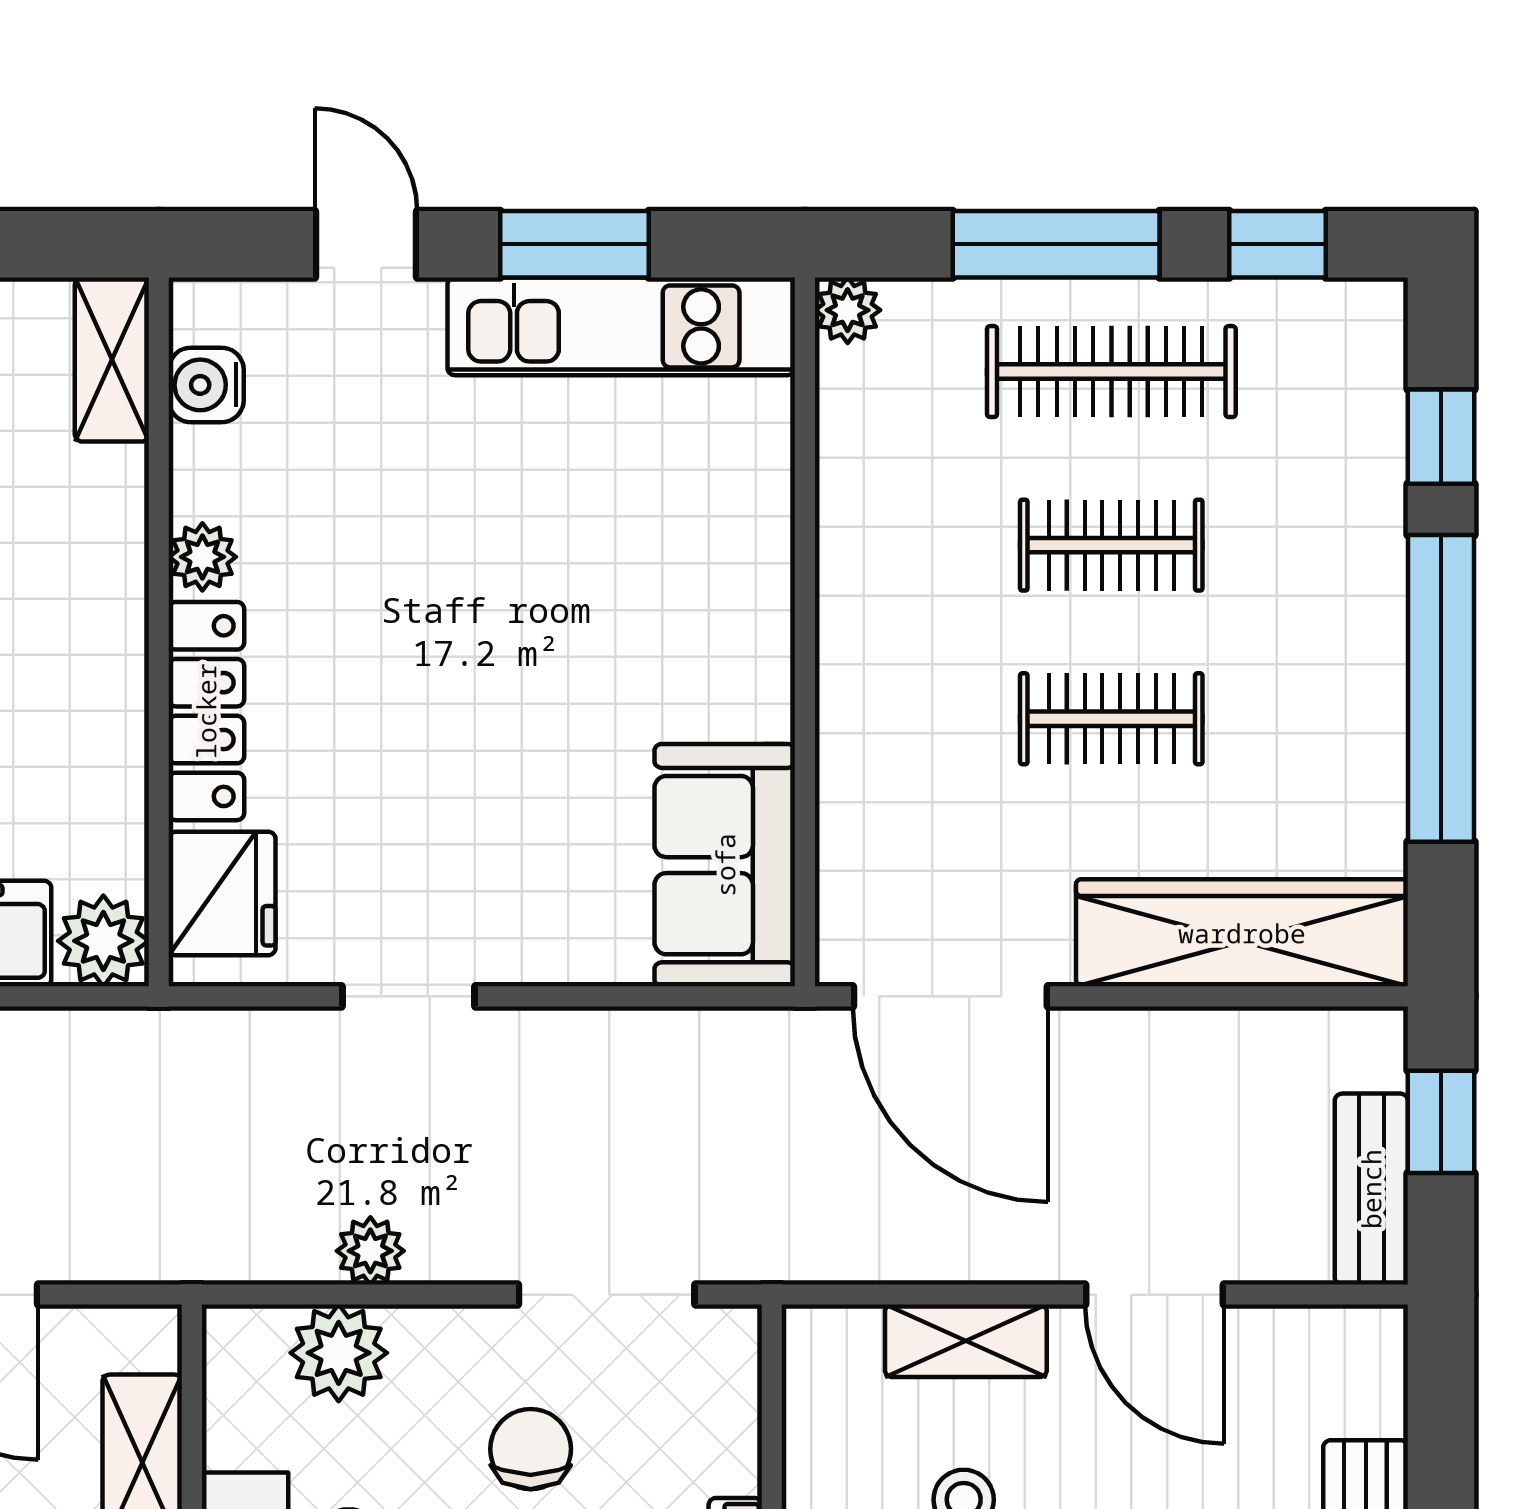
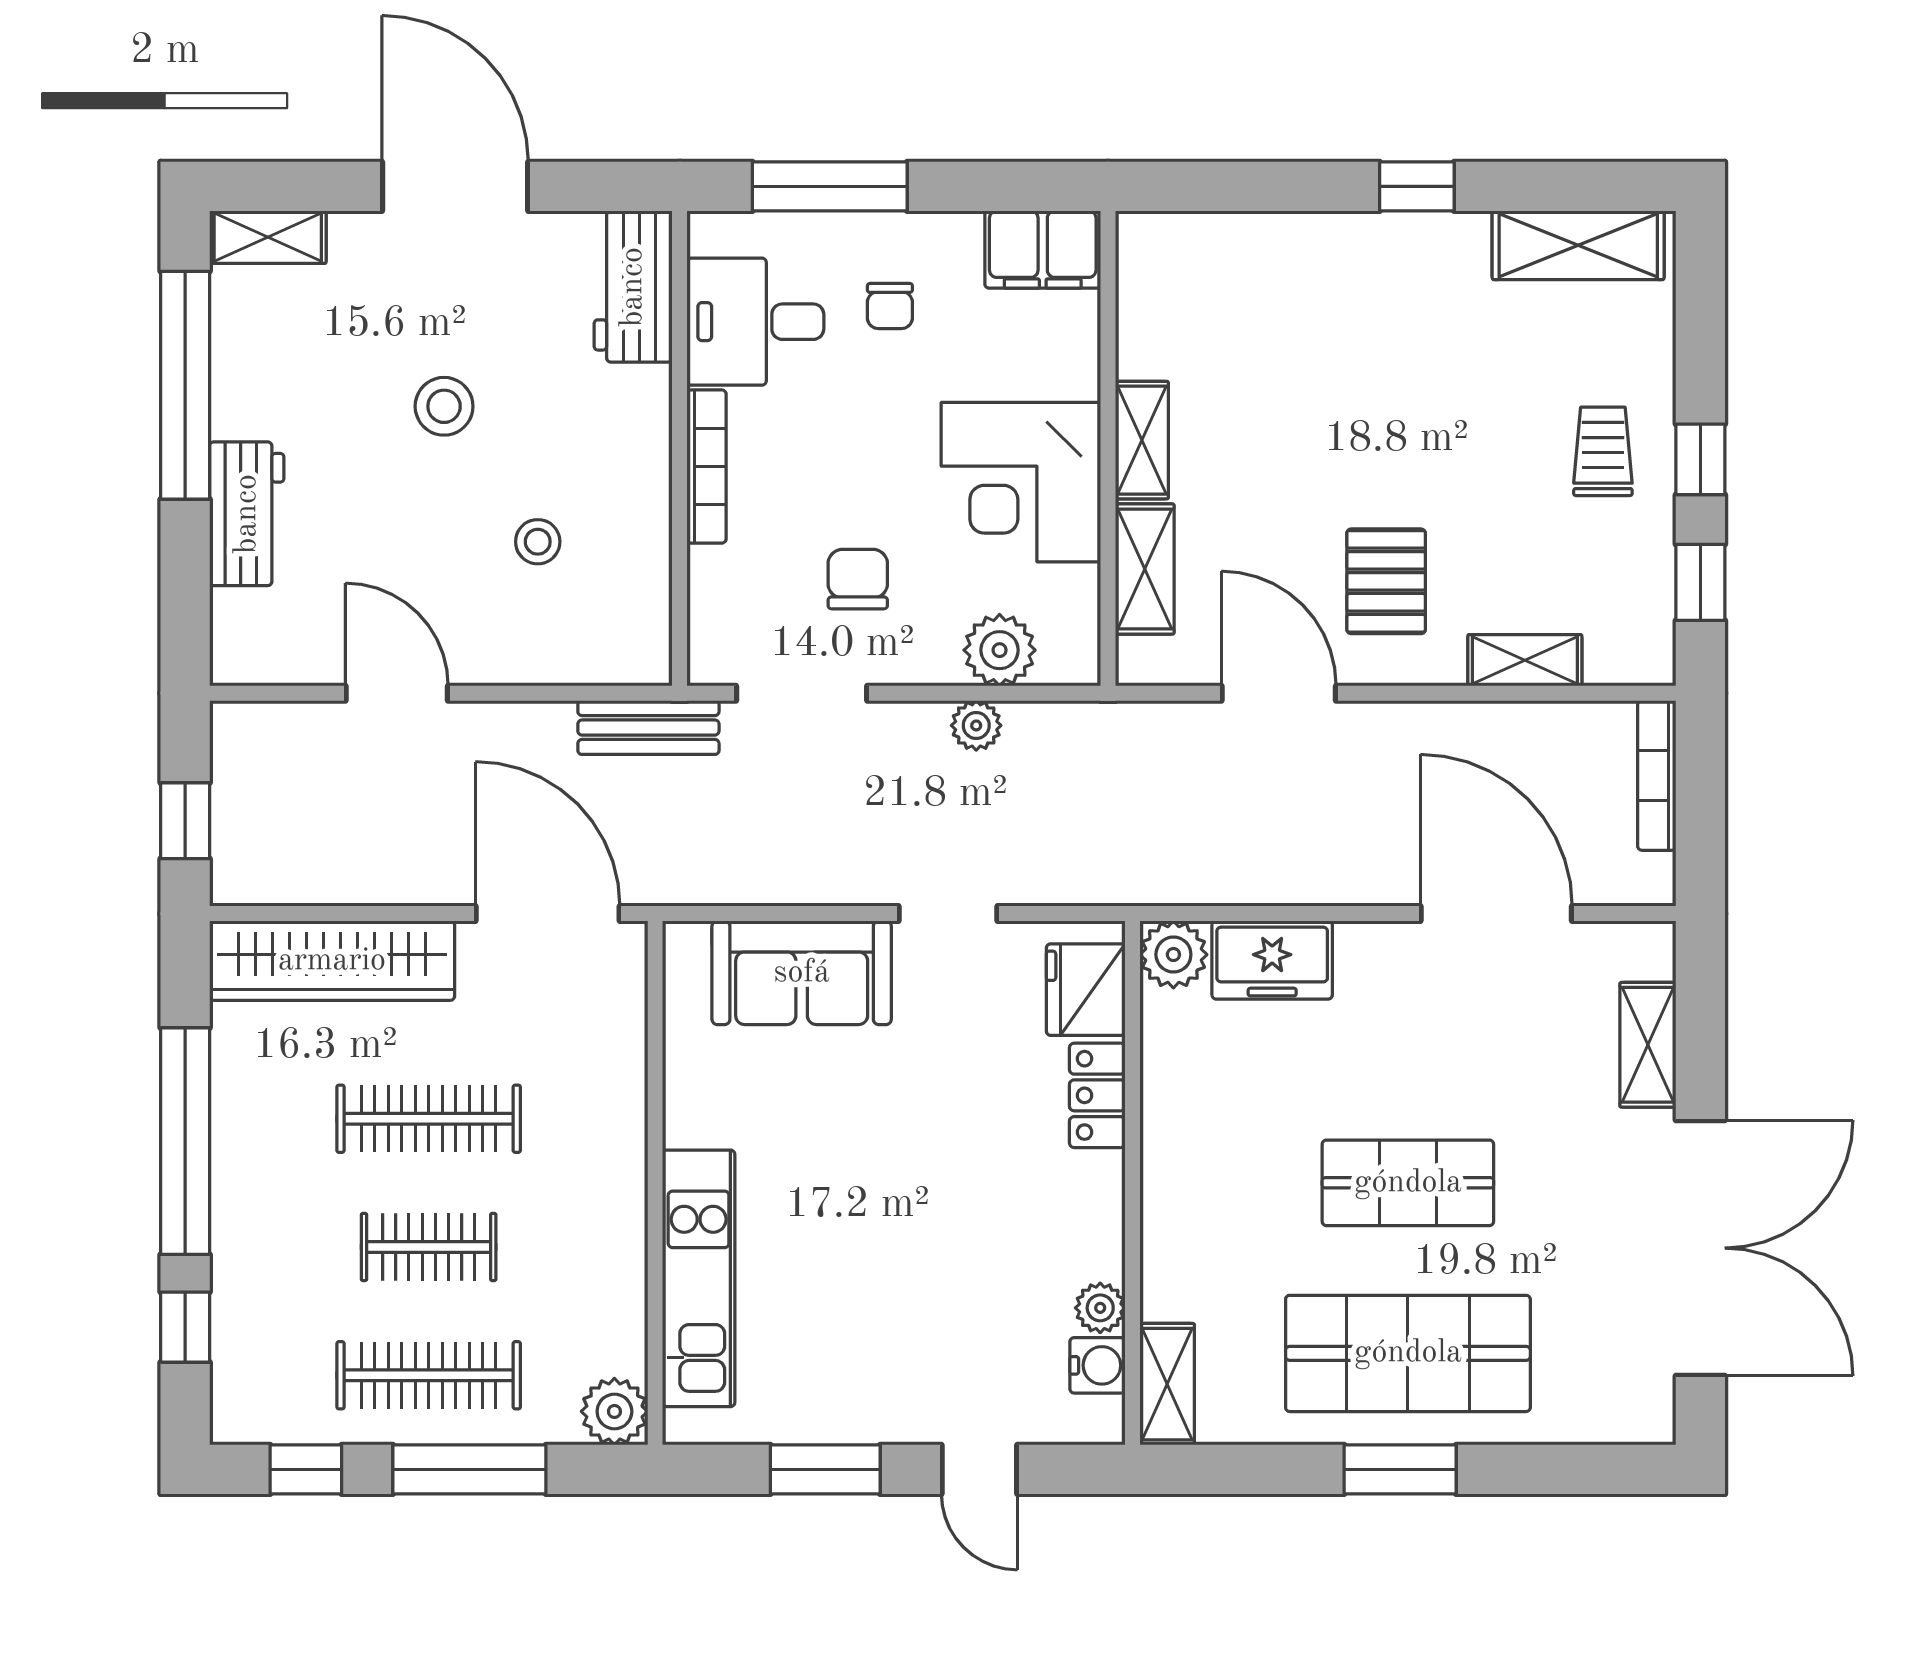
plant: (848, 310) -> (614, 1411), width x1.38, depth x1.38
kitchen unit: (621, 326) -> (699, 1278), moved, turned 90
plant: (202, 557) -> (1100, 1308), moved
locker: (206, 711) -> (1097, 1095), width x0.66
clothes rail: (1111, 719) -> (429, 1119), width x1.36
sofa: (725, 865) -> (802, 973), moved, turned 90
bench: (1371, 1189) -> (648, 728), moved, turned 90
shelving: (966, 1341) -> (536, 659), removed
chair: (531, 1449) -> (858, 579), turned 180

